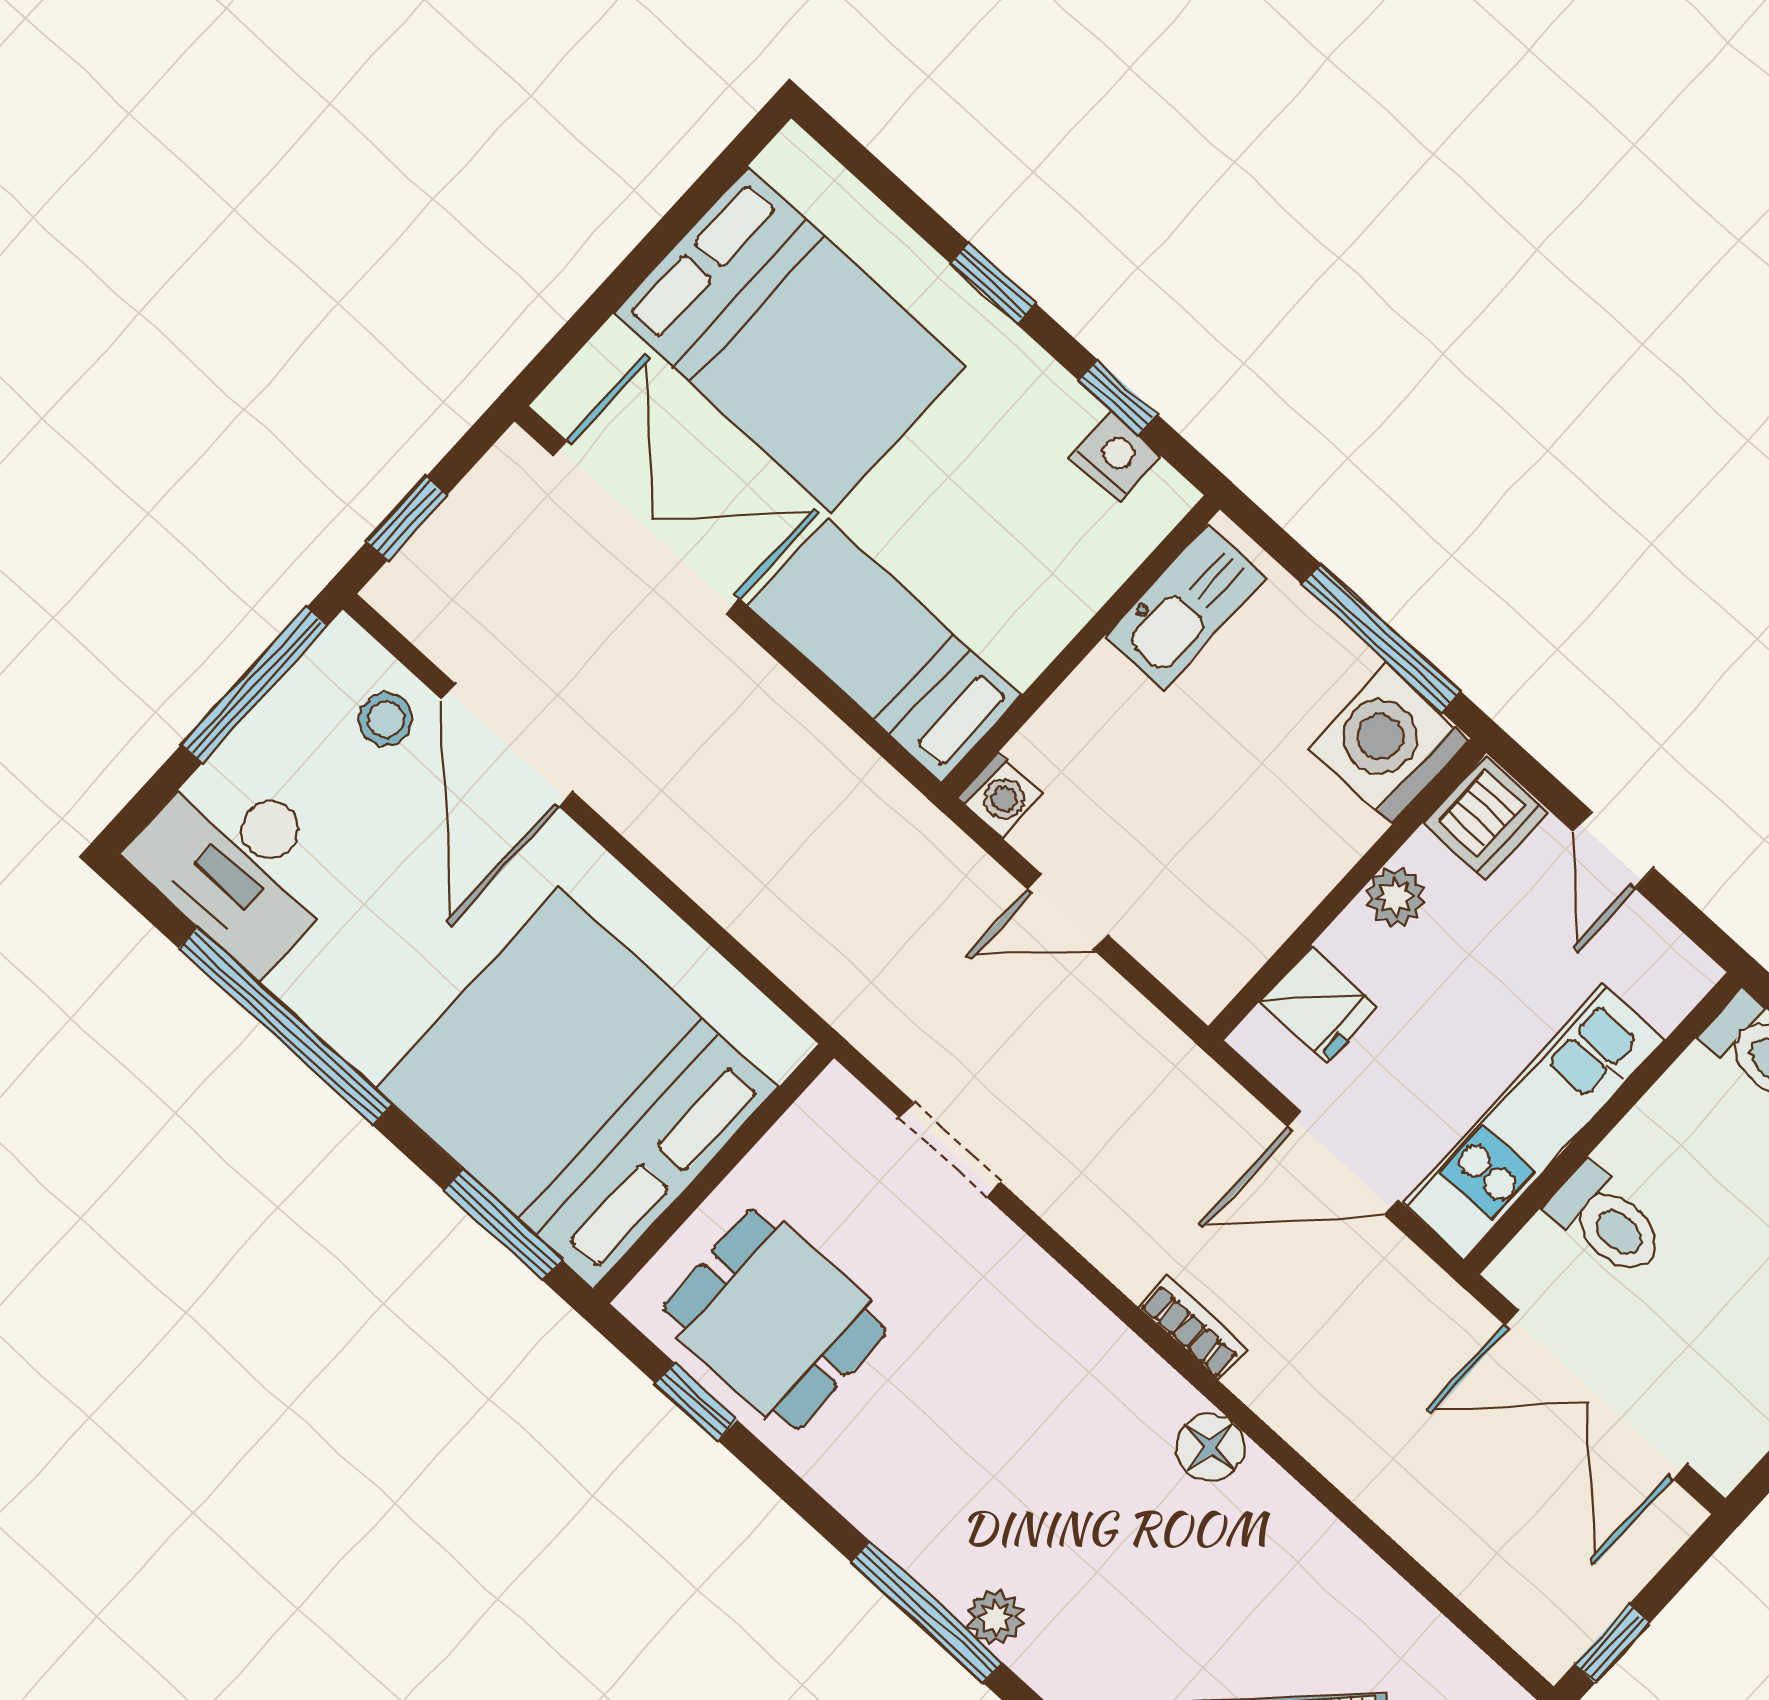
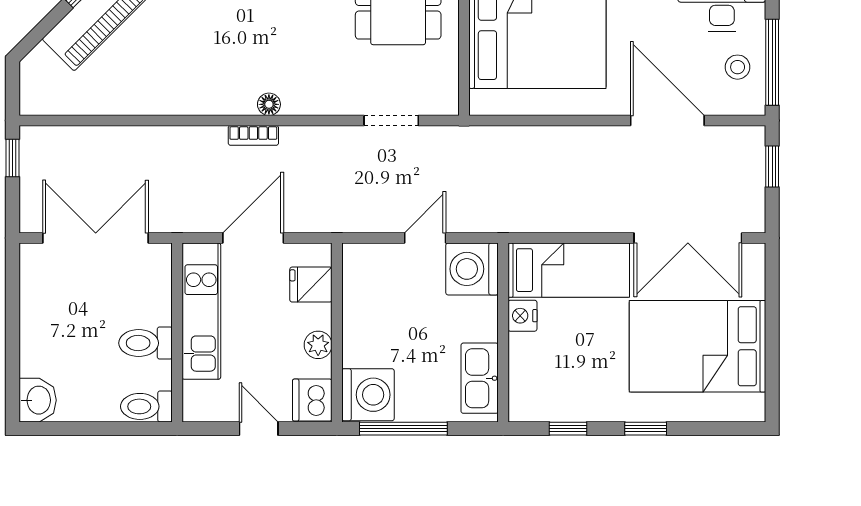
nightstand: (1115, 457) -> (522, 316), moved, turned 90
stool: (386, 719) -> (738, 67), moved
washing machine: (1000, 795) -> (472, 269), width x1.89, depth x1.89
toilet: (1607, 1221) -> (146, 343), moved
floor lamp: (1210, 1447) -> (269, 104), moved, width x0.73, depth x0.73

